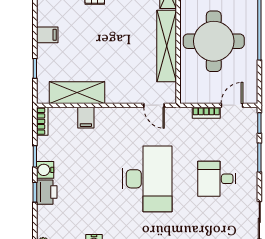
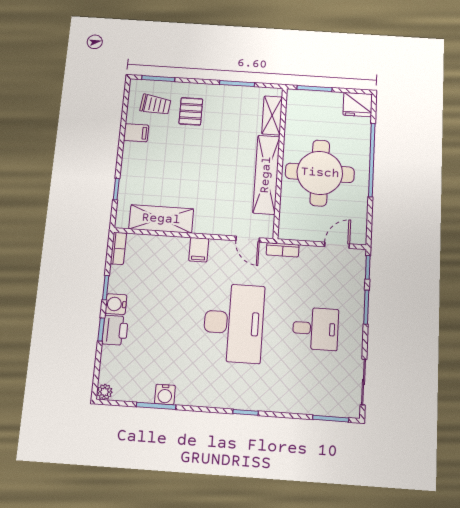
filing cabinet: (47, 35) -> (136, 133), moved
bookcase: (206, 113) -> (283, 250), moved
filing cabinet: (86, 118) -> (199, 250), moved
desk: (217, 179) -> (316, 329), turned 180

